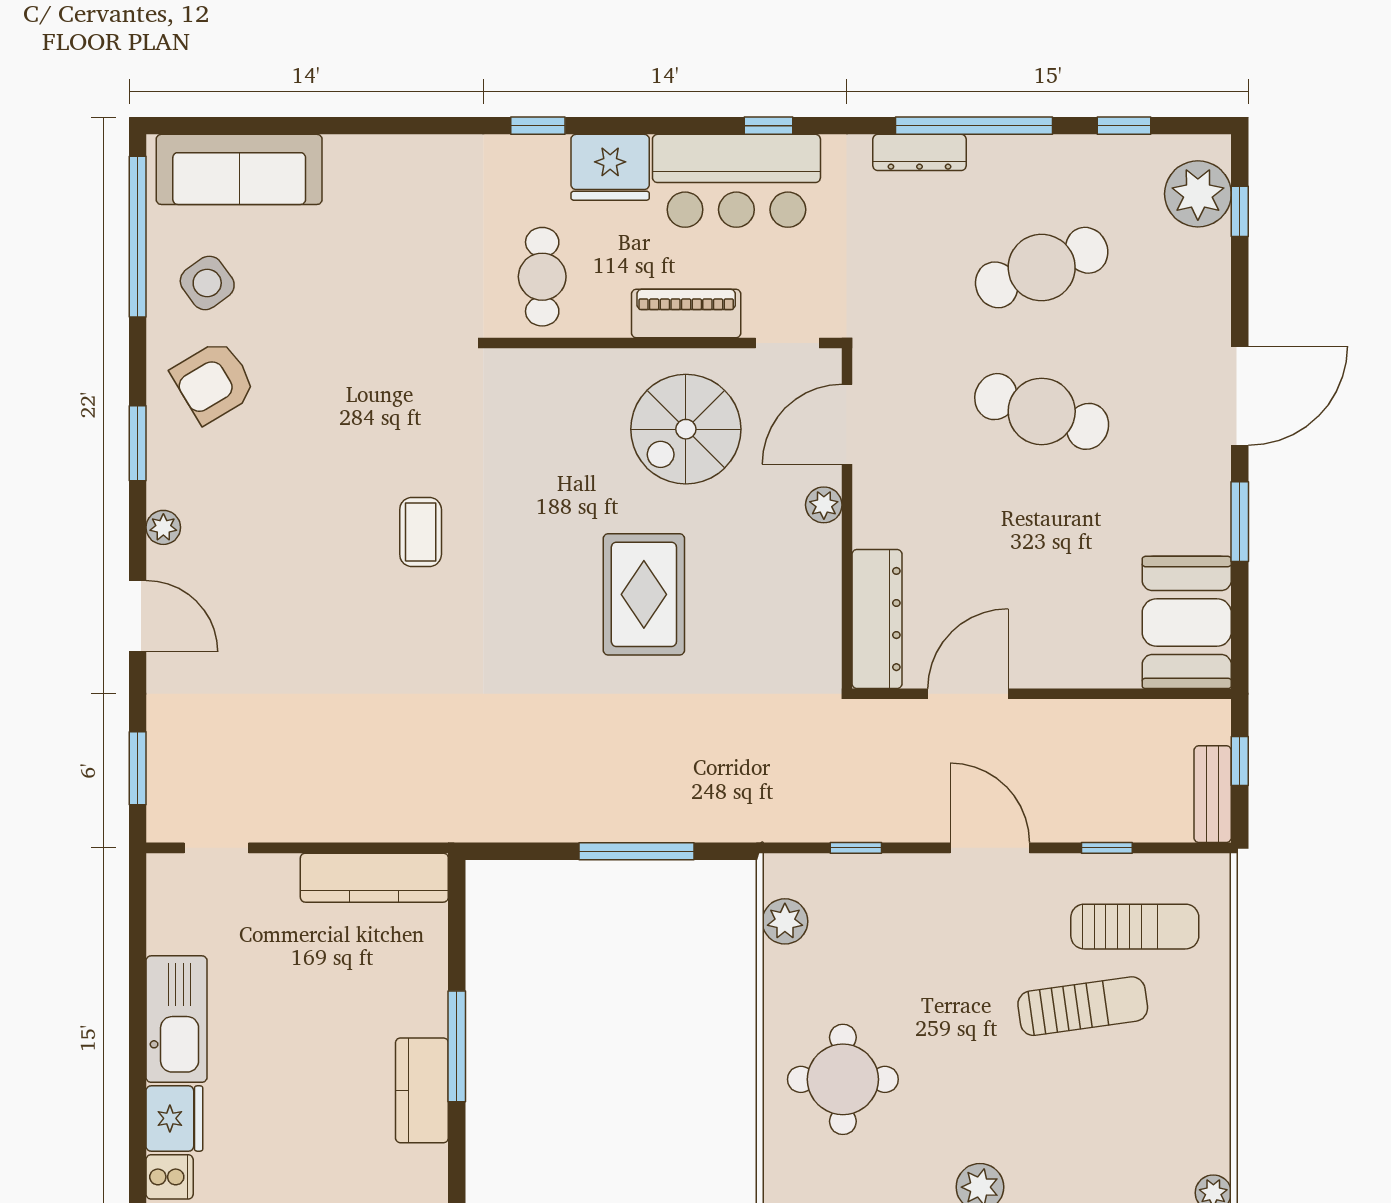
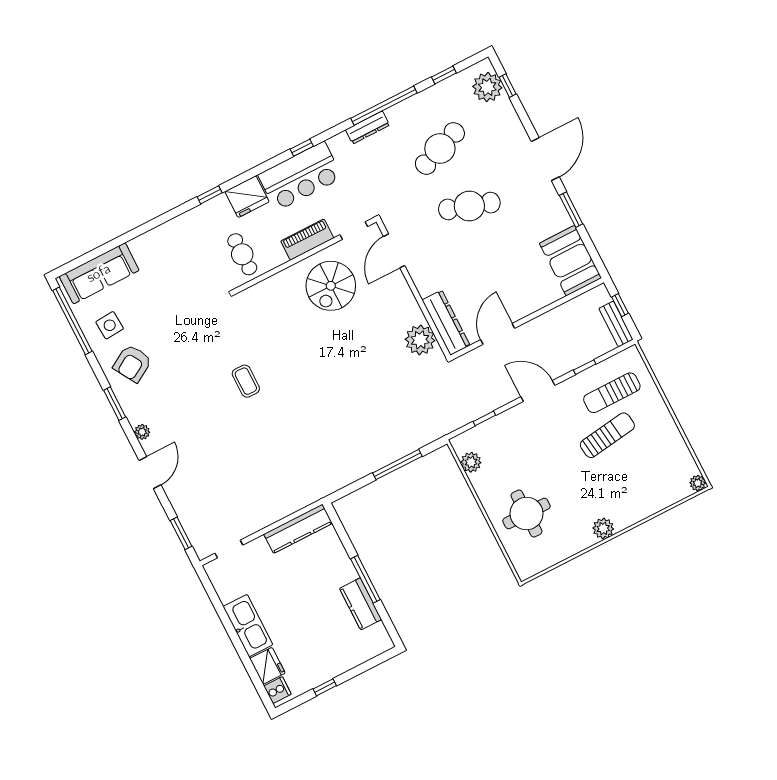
side table: (207, 283) -> (110, 325), turned 32
plant: (824, 505) -> (420, 340), moved, width x1.88, depth x1.88
rug: (644, 594) -> (348, 360), removed
door: (138, 616) -> (150, 473), hinge flipped
sun lounger: (1135, 927) -> (612, 393), turned 180

